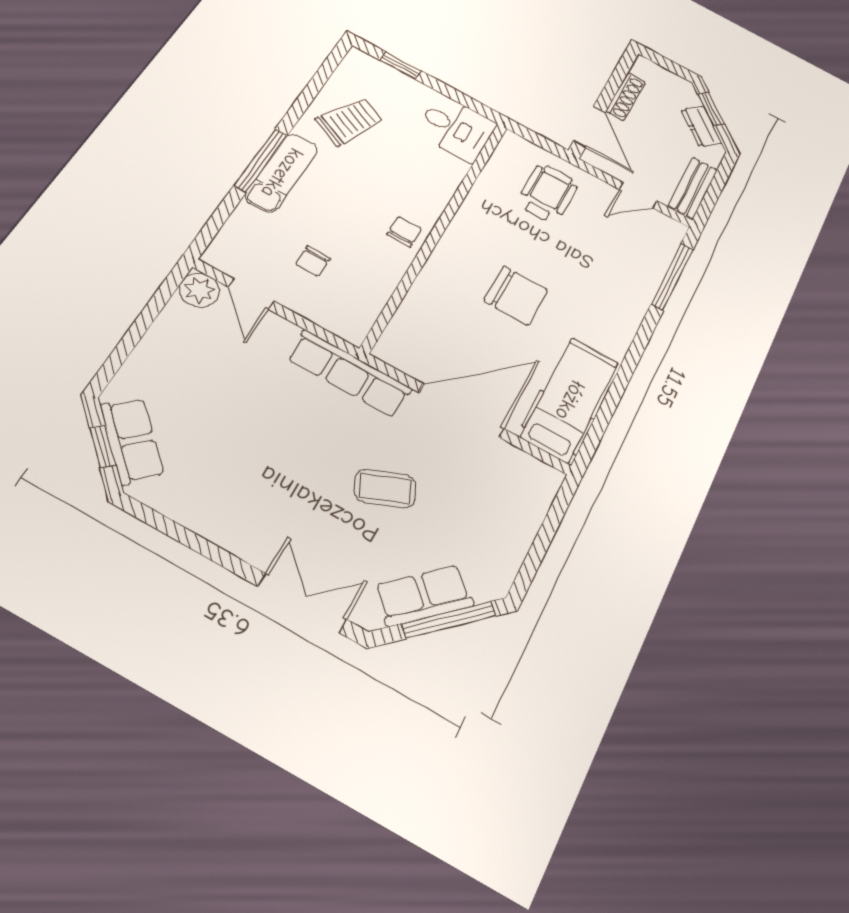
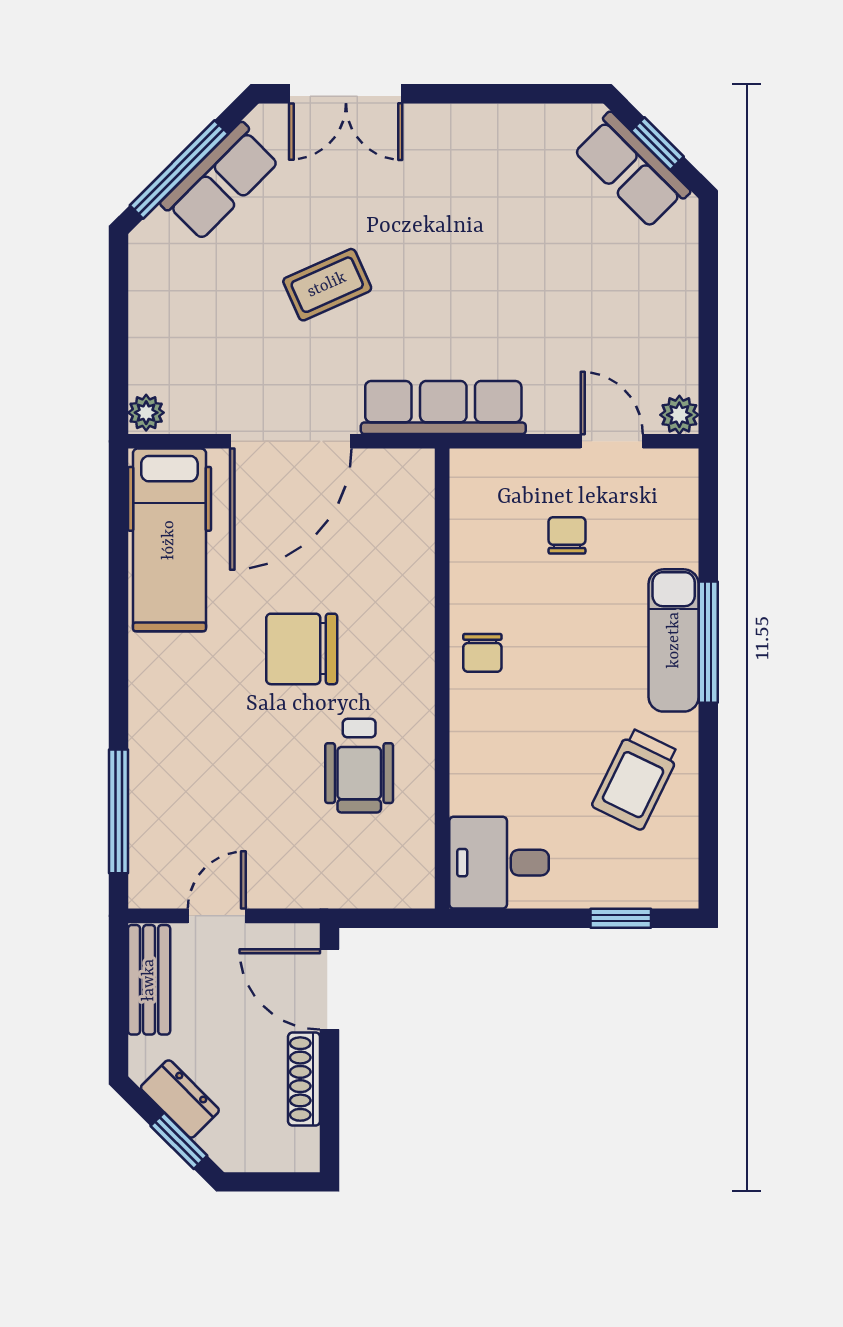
wheelchair: (547, 194) -> (359, 766), moved
plant: (199, 290) -> (679, 415), width x0.73, depth x0.73
plant: (549, 481) -> (146, 413), added

